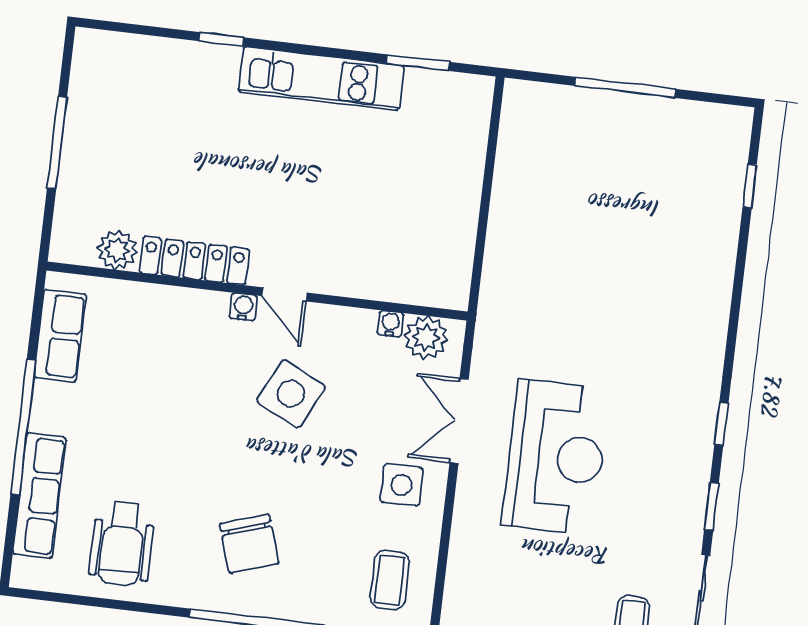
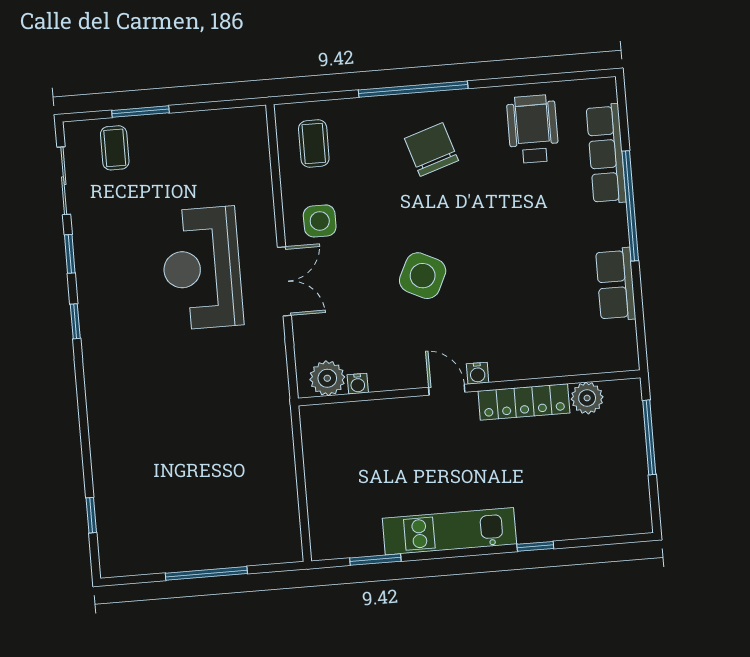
plant: (117, 250) -> (587, 398), moved
locker: (194, 261) -> (524, 402), moved
wall: (257, 291) -> (469, 388), moved
door: (284, 294) -> (447, 390), moved
water cooler: (243, 307) -> (478, 373), moved
water cooler: (390, 324) -> (358, 384), moved
plant: (426, 338) -> (327, 378), moved

